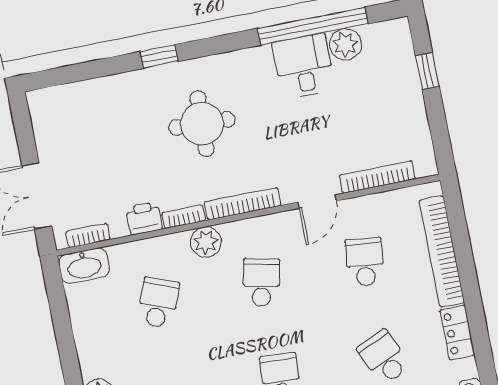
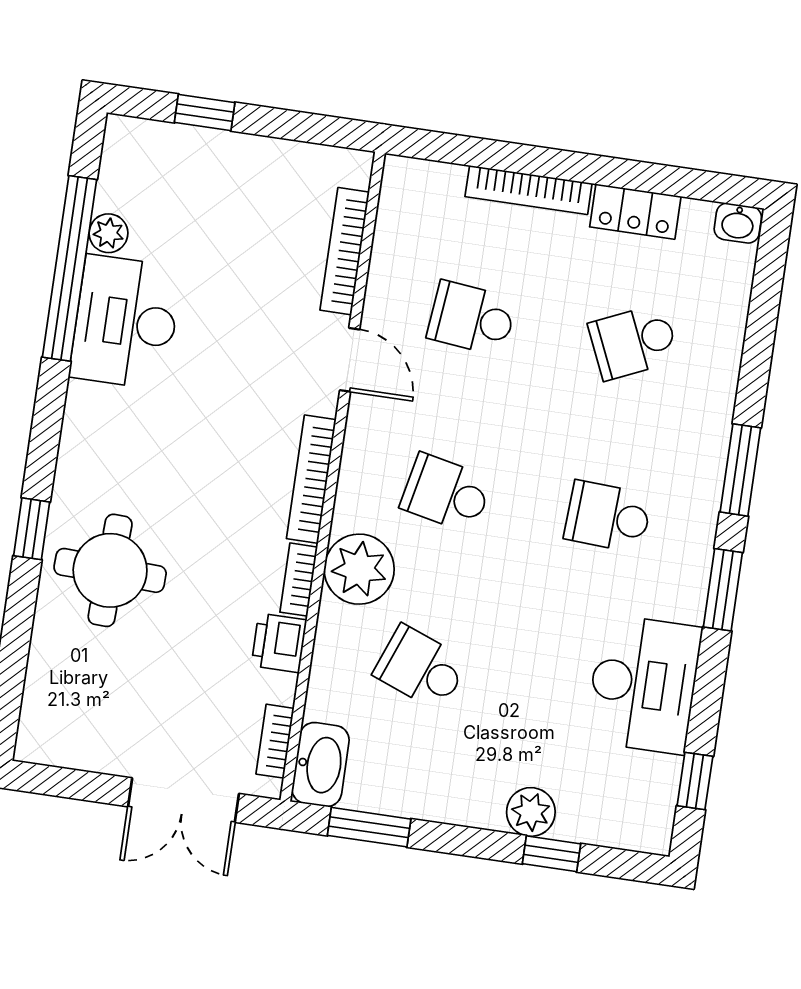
plant: (345, 44) -> (108, 233), width x0.73, depth x0.73
desk: (304, 66) -> (126, 322), width x1.37
round table: (202, 124) -> (110, 570), moved
plant: (206, 242) -> (359, 569), width x1.36, depth x1.36
bookcase: (442, 251) -> (529, 190), width x0.68, depth x0.76
window: (59, 305) -> (369, 827), added

